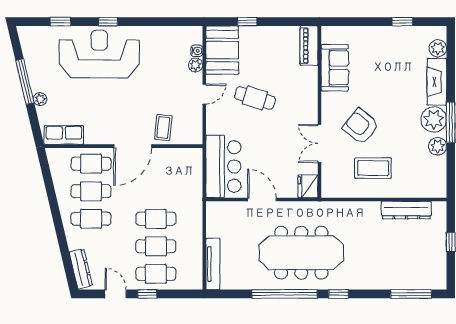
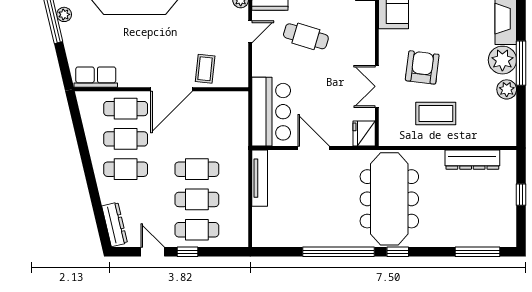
plant: (40, 99) -> (64, 14), moved
armchair: (361, 126) -> (422, 67), turned 58
meeting table: (301, 253) -> (389, 199), moved, turned 90
tv unit: (213, 264) -> (260, 178), moved

